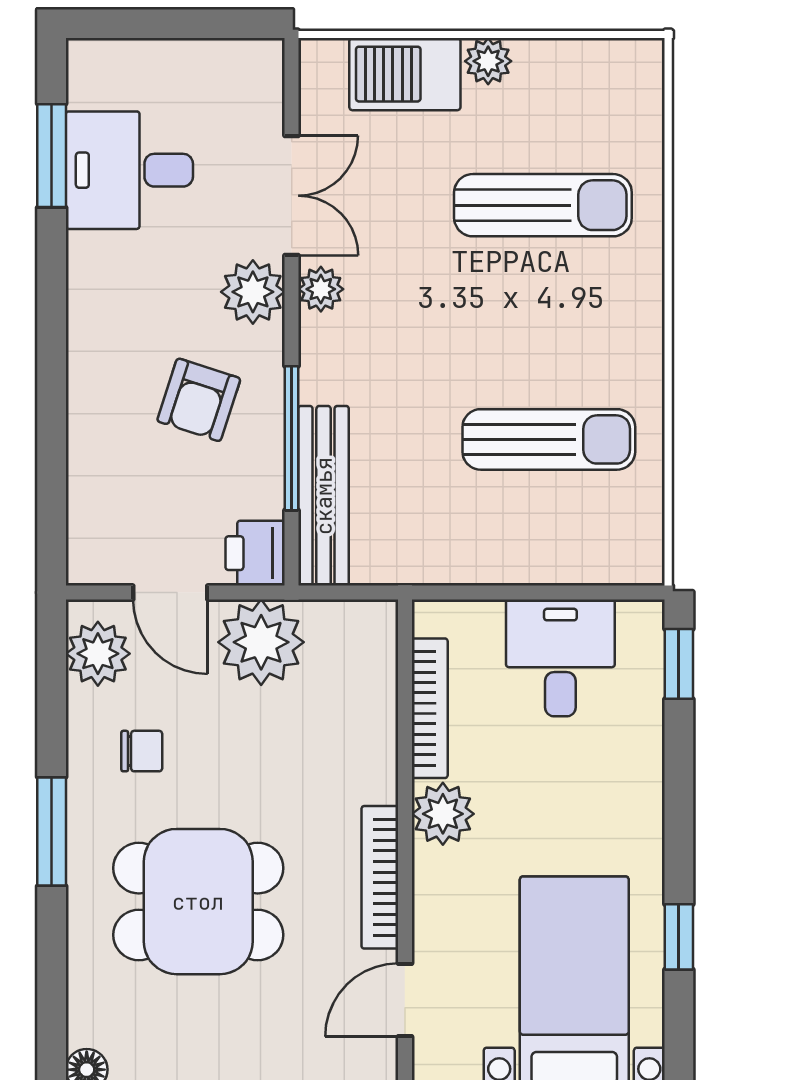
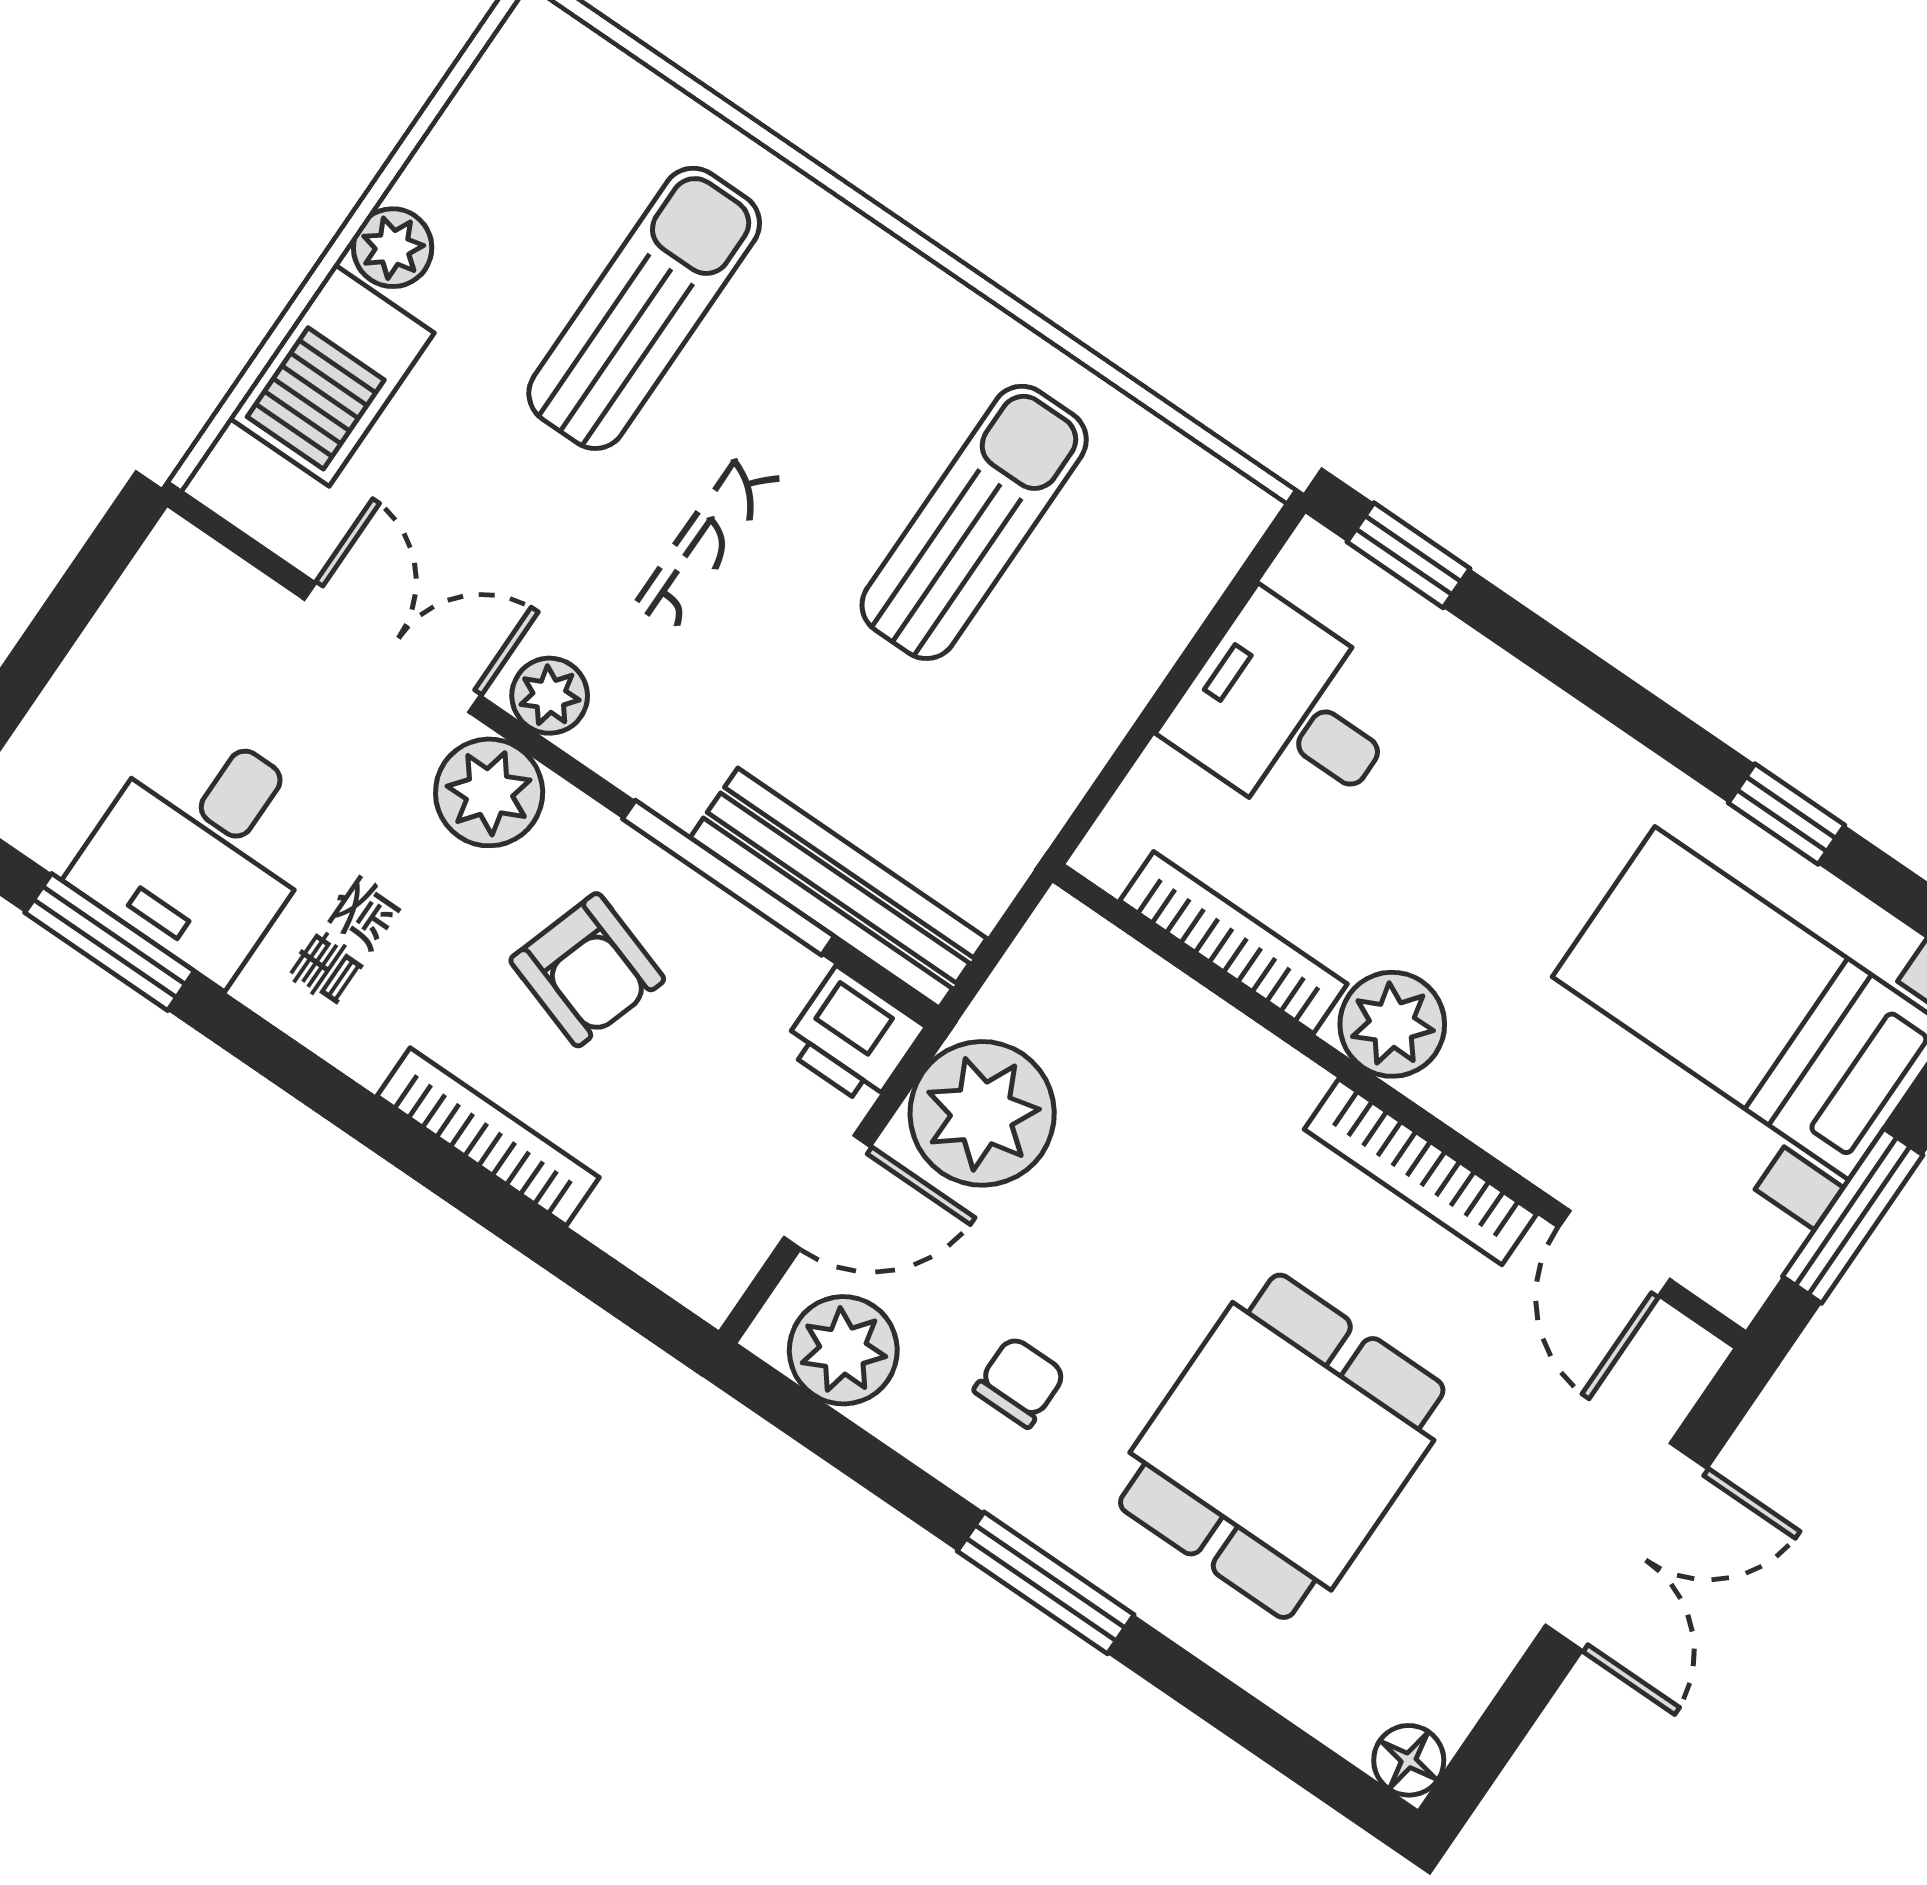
bookcase: (83, 407) -> (488, 1137), added

